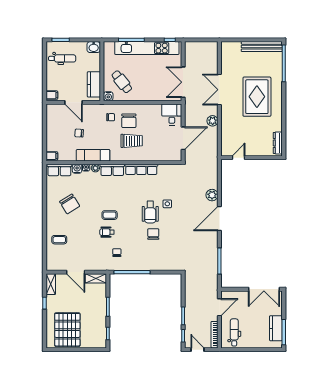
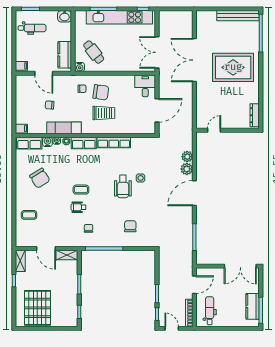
double door: (219, 90) -> (194, 60), width x1.36
rug: (257, 97) -> (233, 67), turned 90
chair: (129, 121) -> (101, 92), turned -82
plant: (213, 121) -> (187, 157), moved
chair: (153, 234) -> (130, 226), moved

